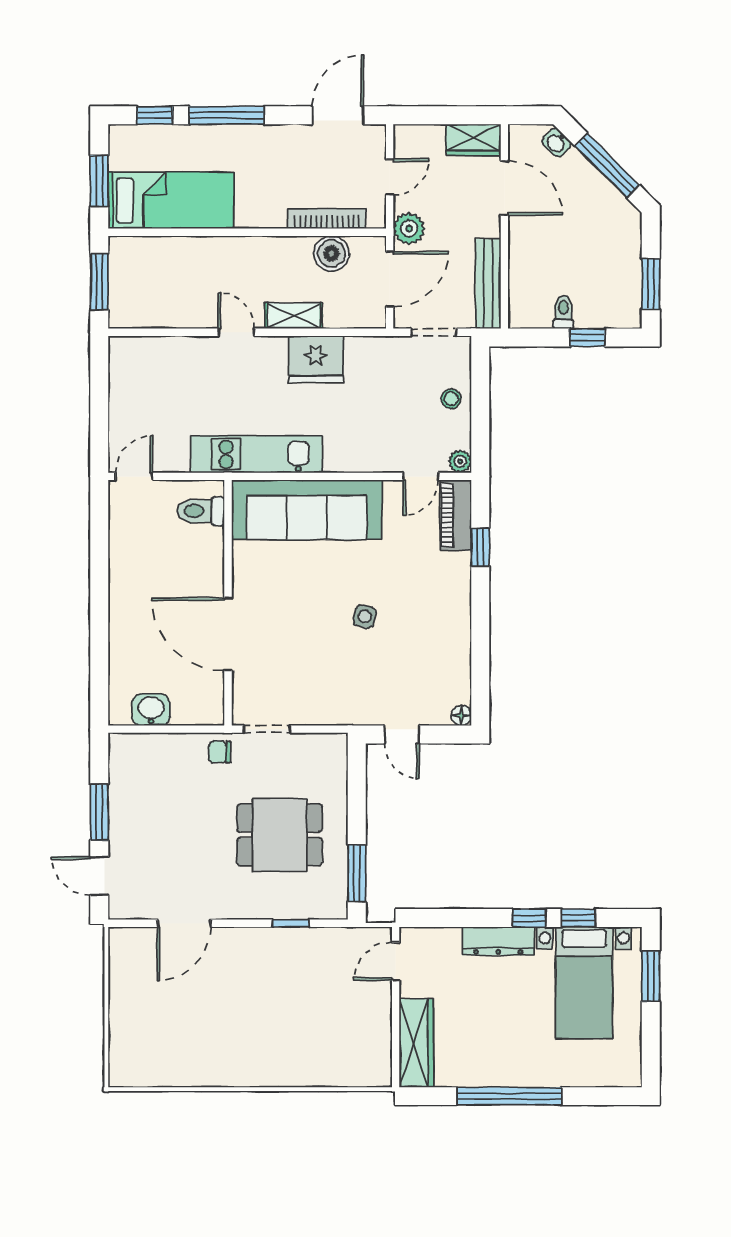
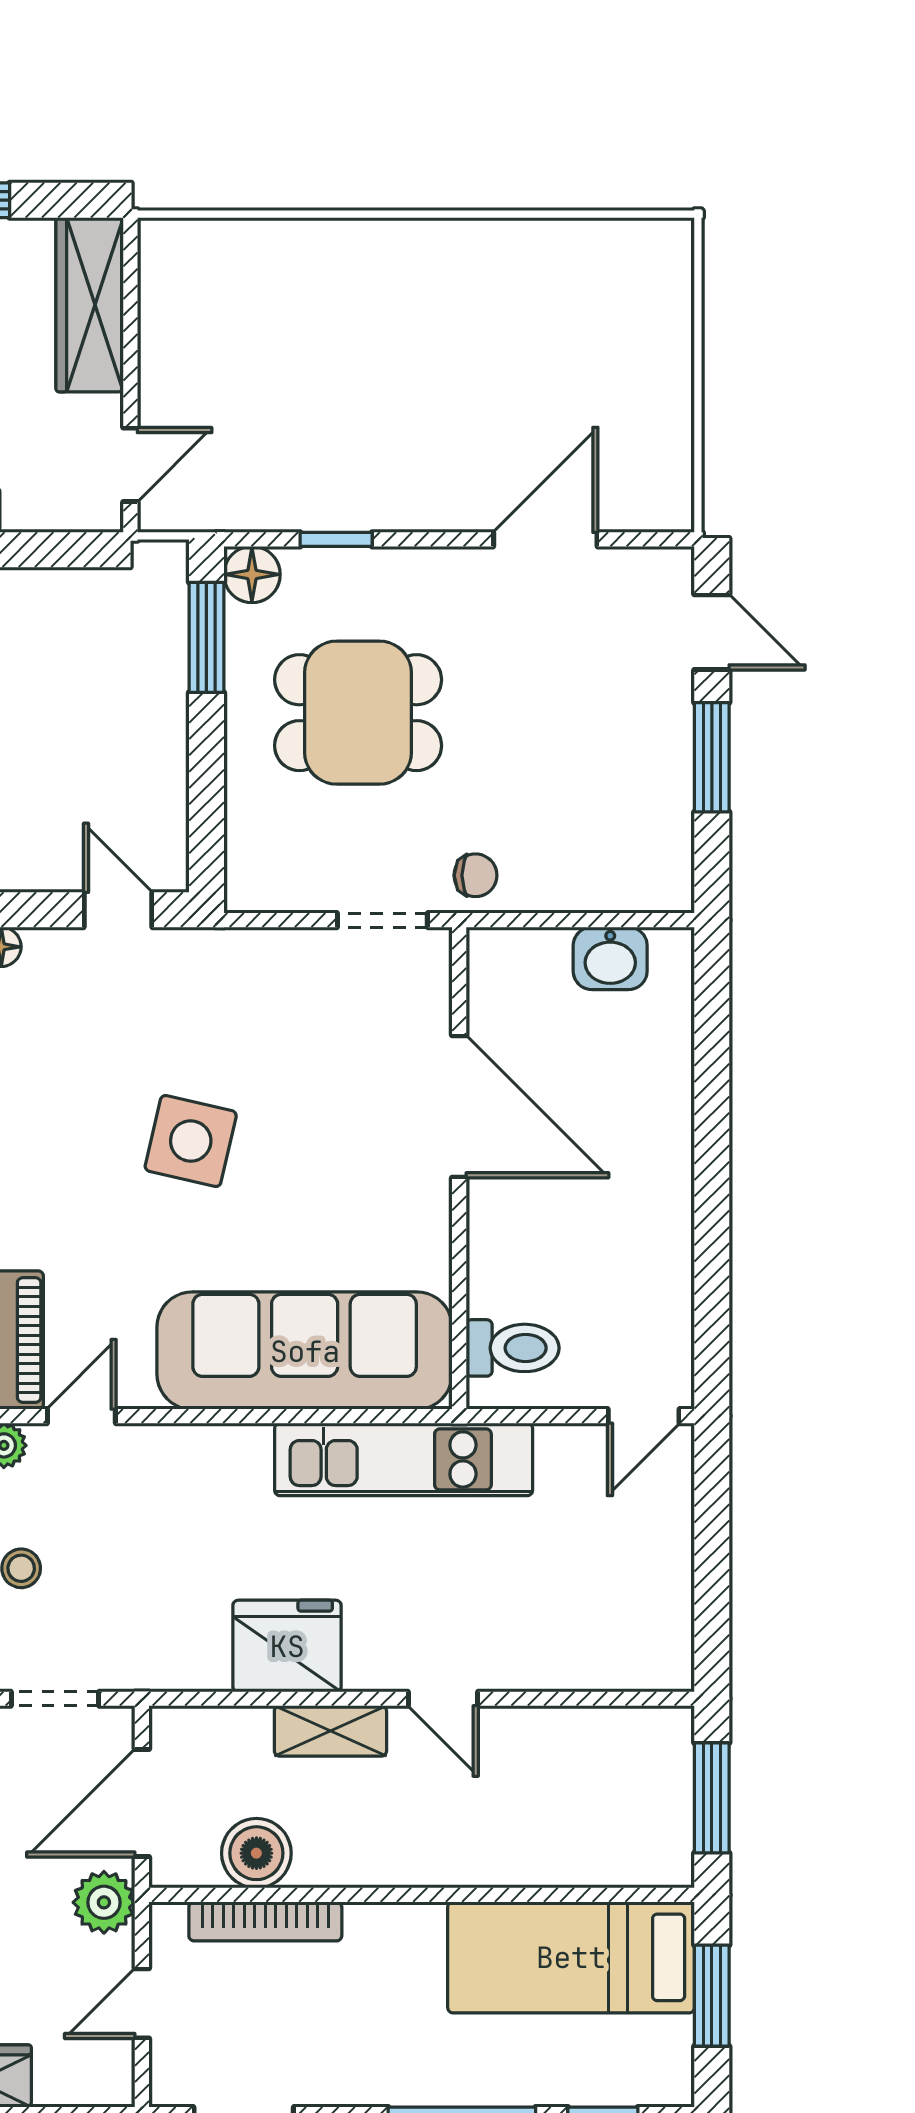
side table: (365, 617) -> (191, 1141), width x1.87, depth x1.87
floor lamp: (334, 905) -> (252, 574), added

